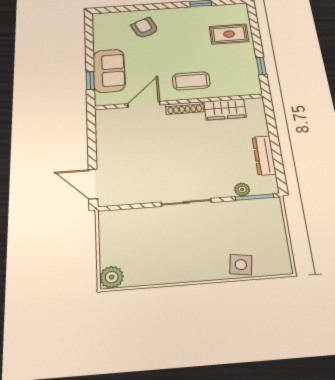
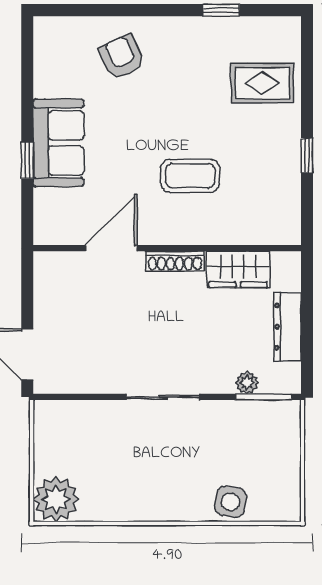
wall: (179, 102) -> (167, 248), moved
door: (144, 104) -> (111, 248), moved
shoe rack: (185, 108) -> (175, 261), moved
wardrobe: (225, 109) -> (238, 269), moved
plant: (112, 277) -> (56, 499), width x1.36, depth x1.36

